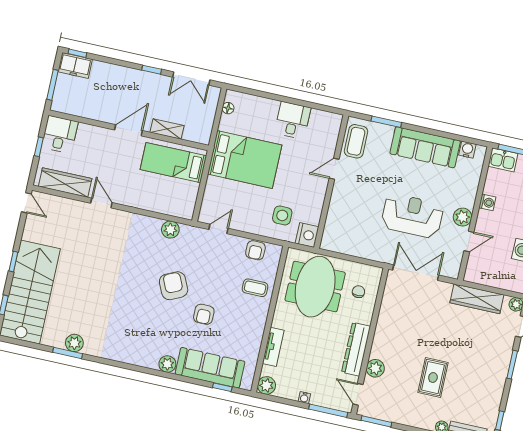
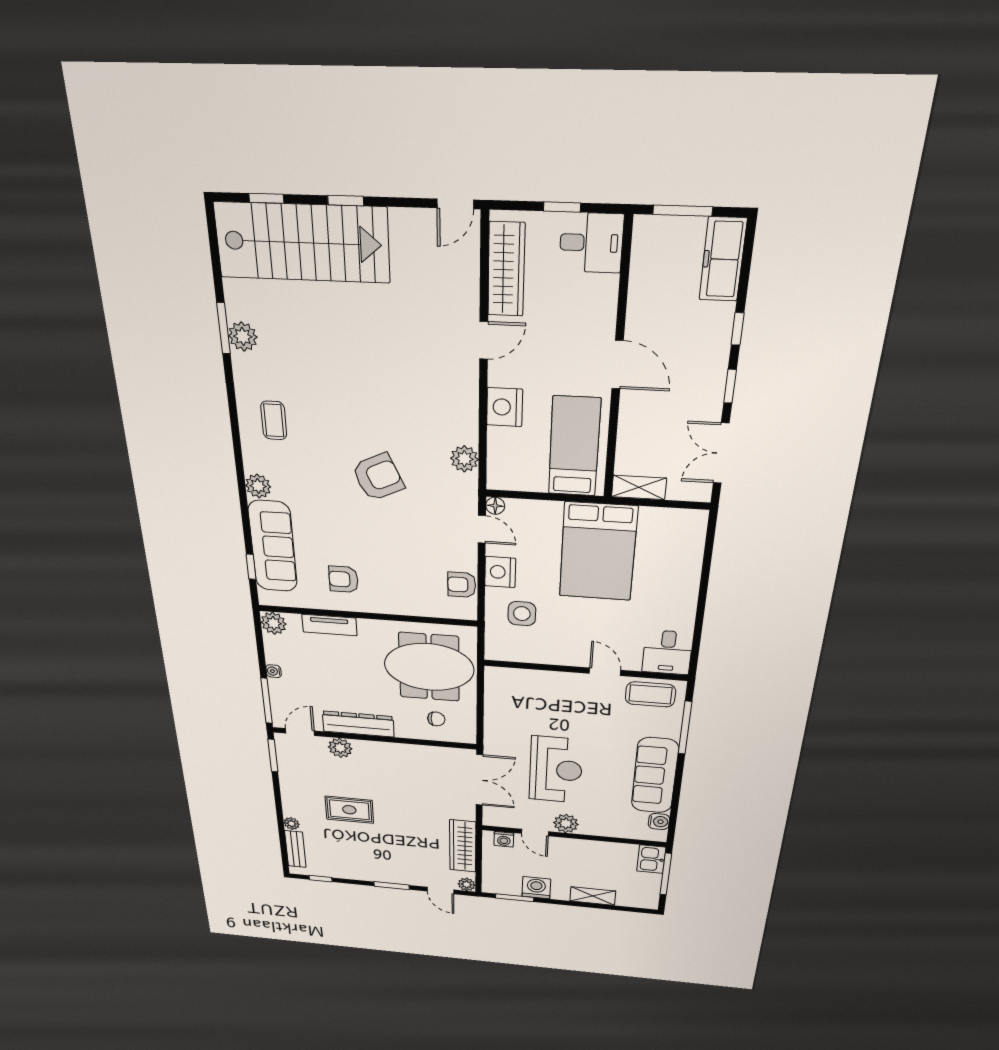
window: (77, 53) -> (738, 329), moved
freezer: (75, 66) -> (723, 259), width x1.40
floor lamp: (228, 108) -> (495, 506), moved
desk: (293, 120) -> (667, 652), moved, turned 90
window: (386, 122) -> (685, 728), width x1.44
shelving: (167, 129) -> (639, 487), moved, turned 90
nightstand: (142, 199) -> (505, 407), added
washing machine: (487, 202) -> (504, 839), moved
nightstand: (307, 235) -> (500, 572), moved, turned 90
coffee table: (255, 288) -> (274, 420), moved
armchair: (204, 314) -> (343, 579), moved

